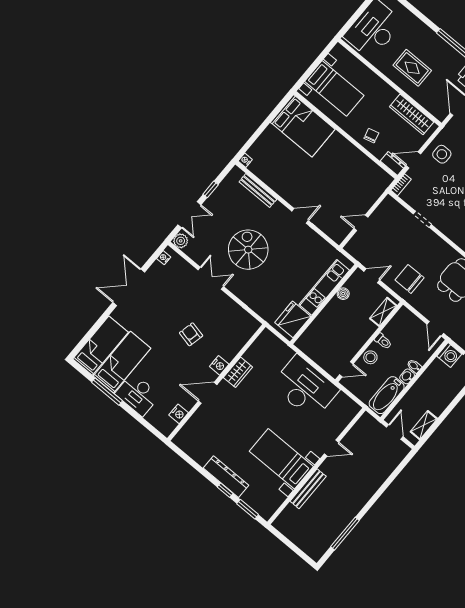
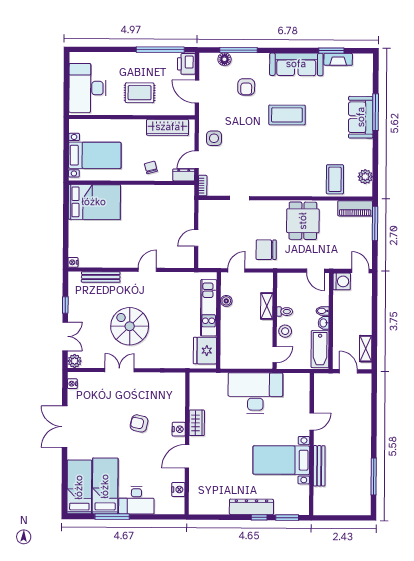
shelving: (383, 312) -> (267, 306), moved

